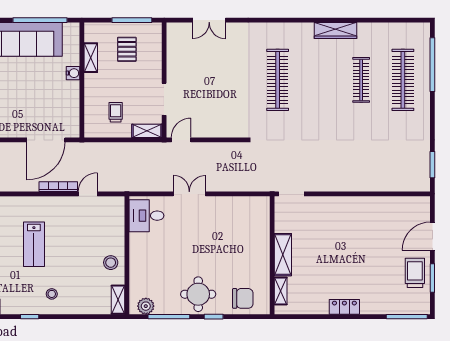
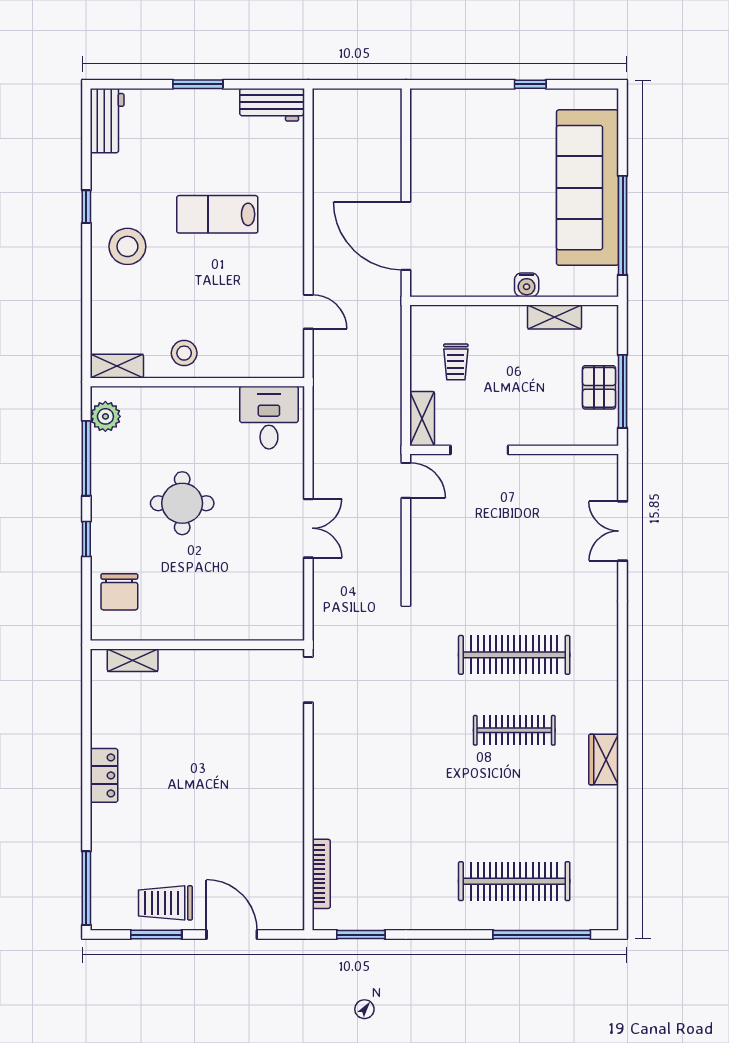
wardrobe: (336, 30) -> (604, 760), width x0.67
pallet: (127, 49) -> (599, 387), moved, turned 90
clothes rail: (361, 80) -> (514, 730), moved
trolley: (116, 112) -> (456, 362), turned 90
bookcase: (58, 187) -> (321, 874), moved
double door: (189, 194) -> (308, 528), moved
shelving: (283, 255) -> (199, 664), removed
trolley: (415, 273) -> (165, 903), turned 180
stool: (52, 294) -> (127, 246), width x1.89, depth x1.89
round table: (198, 294) -> (182, 503), moved

